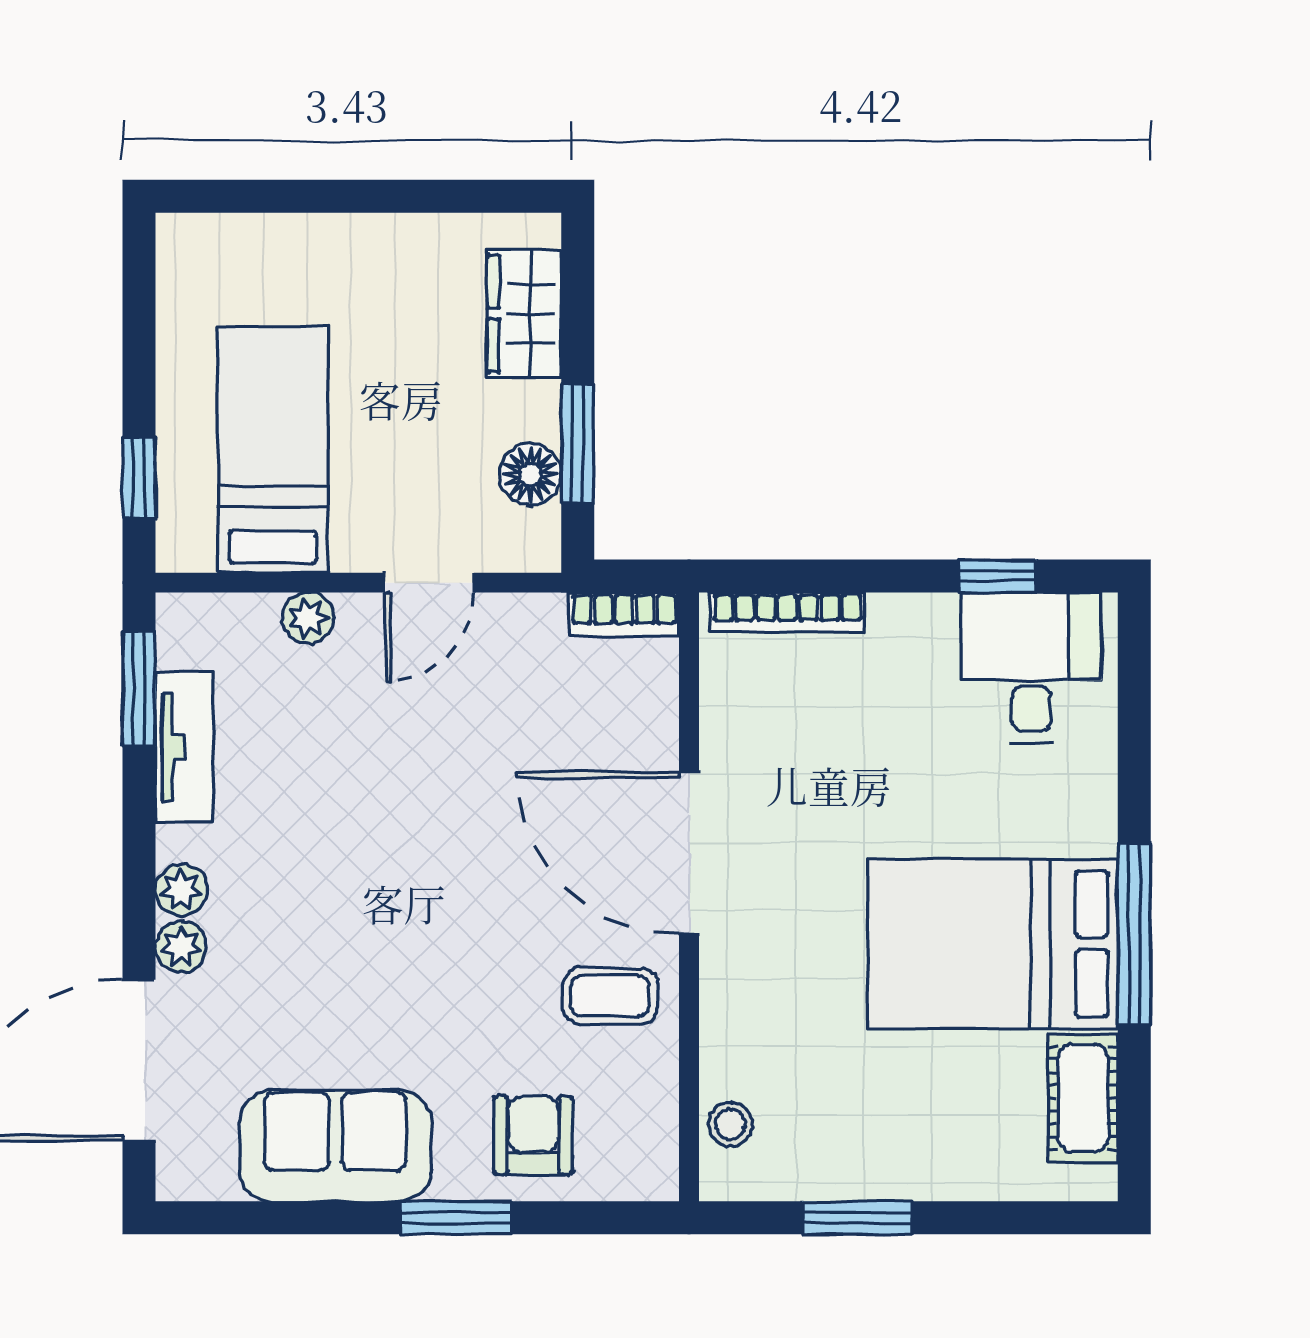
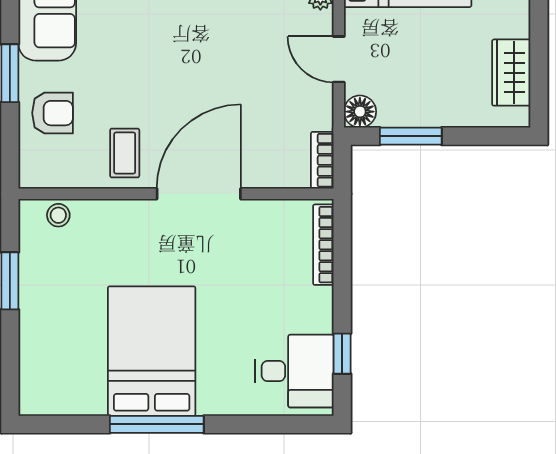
wardrobe: (524, 314) -> (511, 73), moved, turned -90
floor lamp: (530, 475) -> (360, 112), moved
cot: (1083, 1098) -> (72, 398), removed

